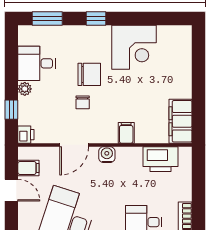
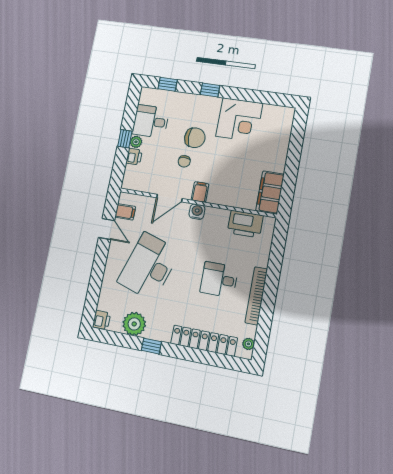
window: (47, 19) -> (168, 84), width x0.67
window: (11, 110) -> (125, 139), moved
filing cabinet: (126, 133) -> (200, 192), moved
printer: (26, 135) -> (134, 157), moved

